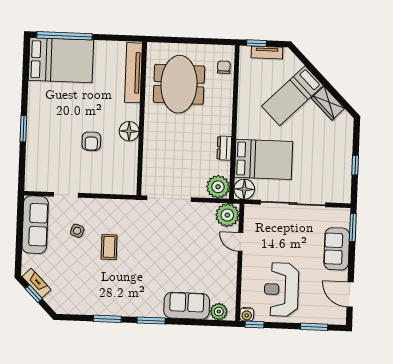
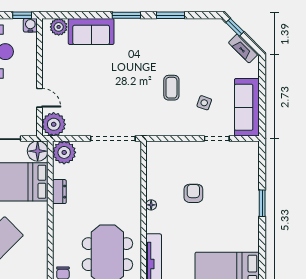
floor lamp: (129, 131) -> (151, 205), width x0.53, depth x0.53
window: (34, 294) -> (235, 27), moved

